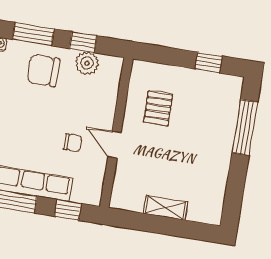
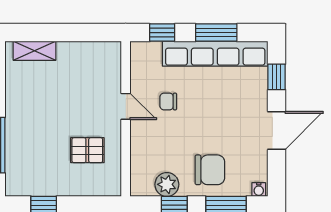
pallet: (158, 108) -> (87, 150), turned 90
shelving: (165, 208) -> (35, 51), moved

